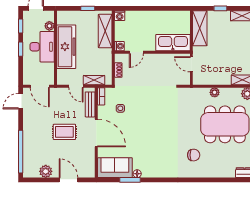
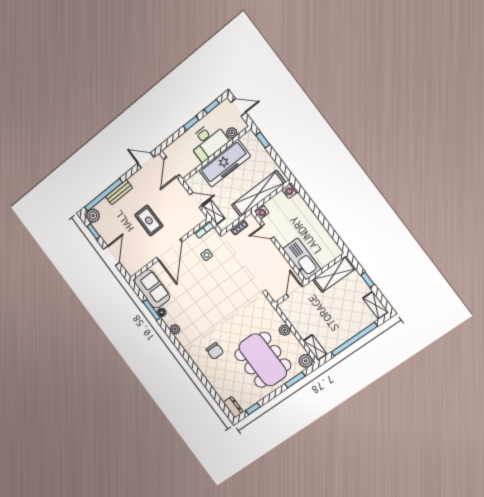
window: (88, 8) -> (263, 140), moved
shelving: (105, 31) -> (258, 194), width x1.47
door: (76, 86) -> (196, 200), swing flipped
bench: (90, 104) -> (119, 192), moved
plant: (46, 171) -> (93, 216), moved
plant: (157, 173) -> (175, 329), added
window: (41, 180) -> (93, 231), added

